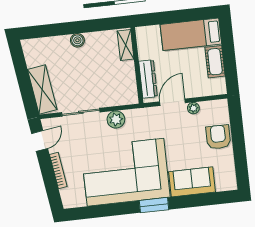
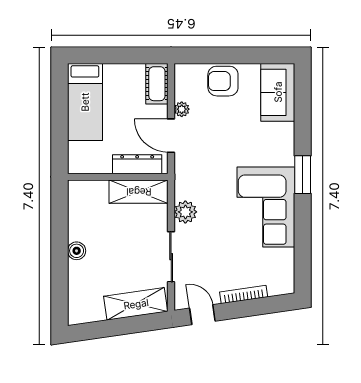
shelving: (126, 45) -> (139, 192), moved, width x1.50, depth x1.33
cot: (215, 62) -> (157, 84), moved, turned 90
corner sofa: (126, 172) -> (266, 207), width x0.73, depth x0.74
sofa: (192, 182) -> (278, 92), moved

